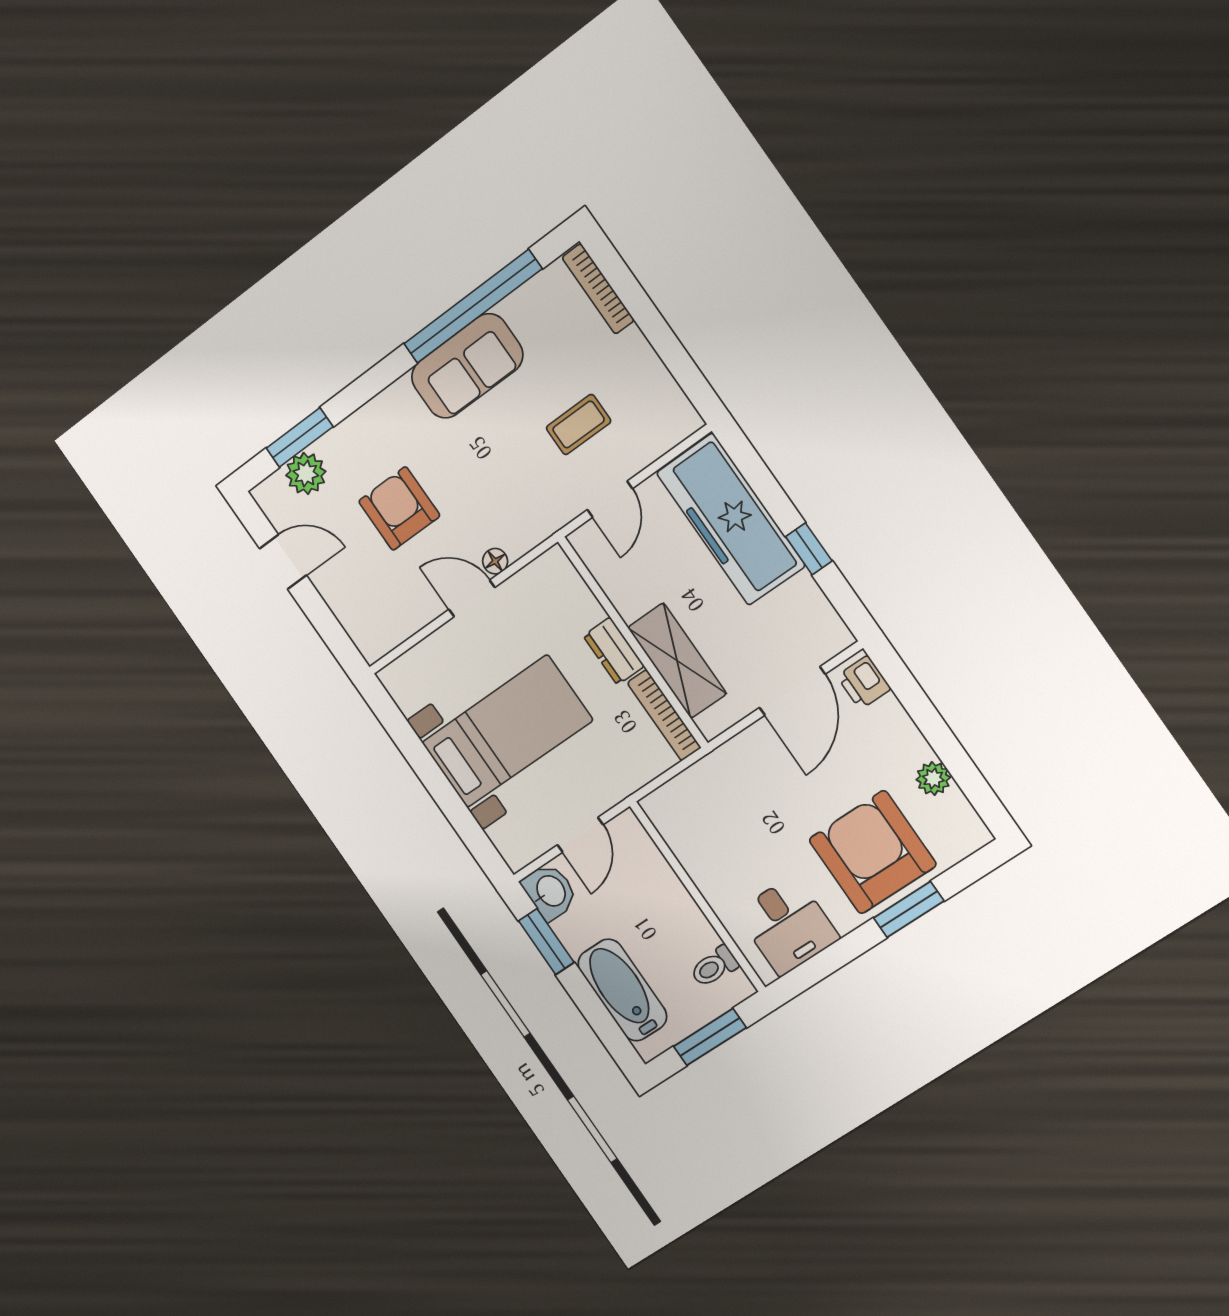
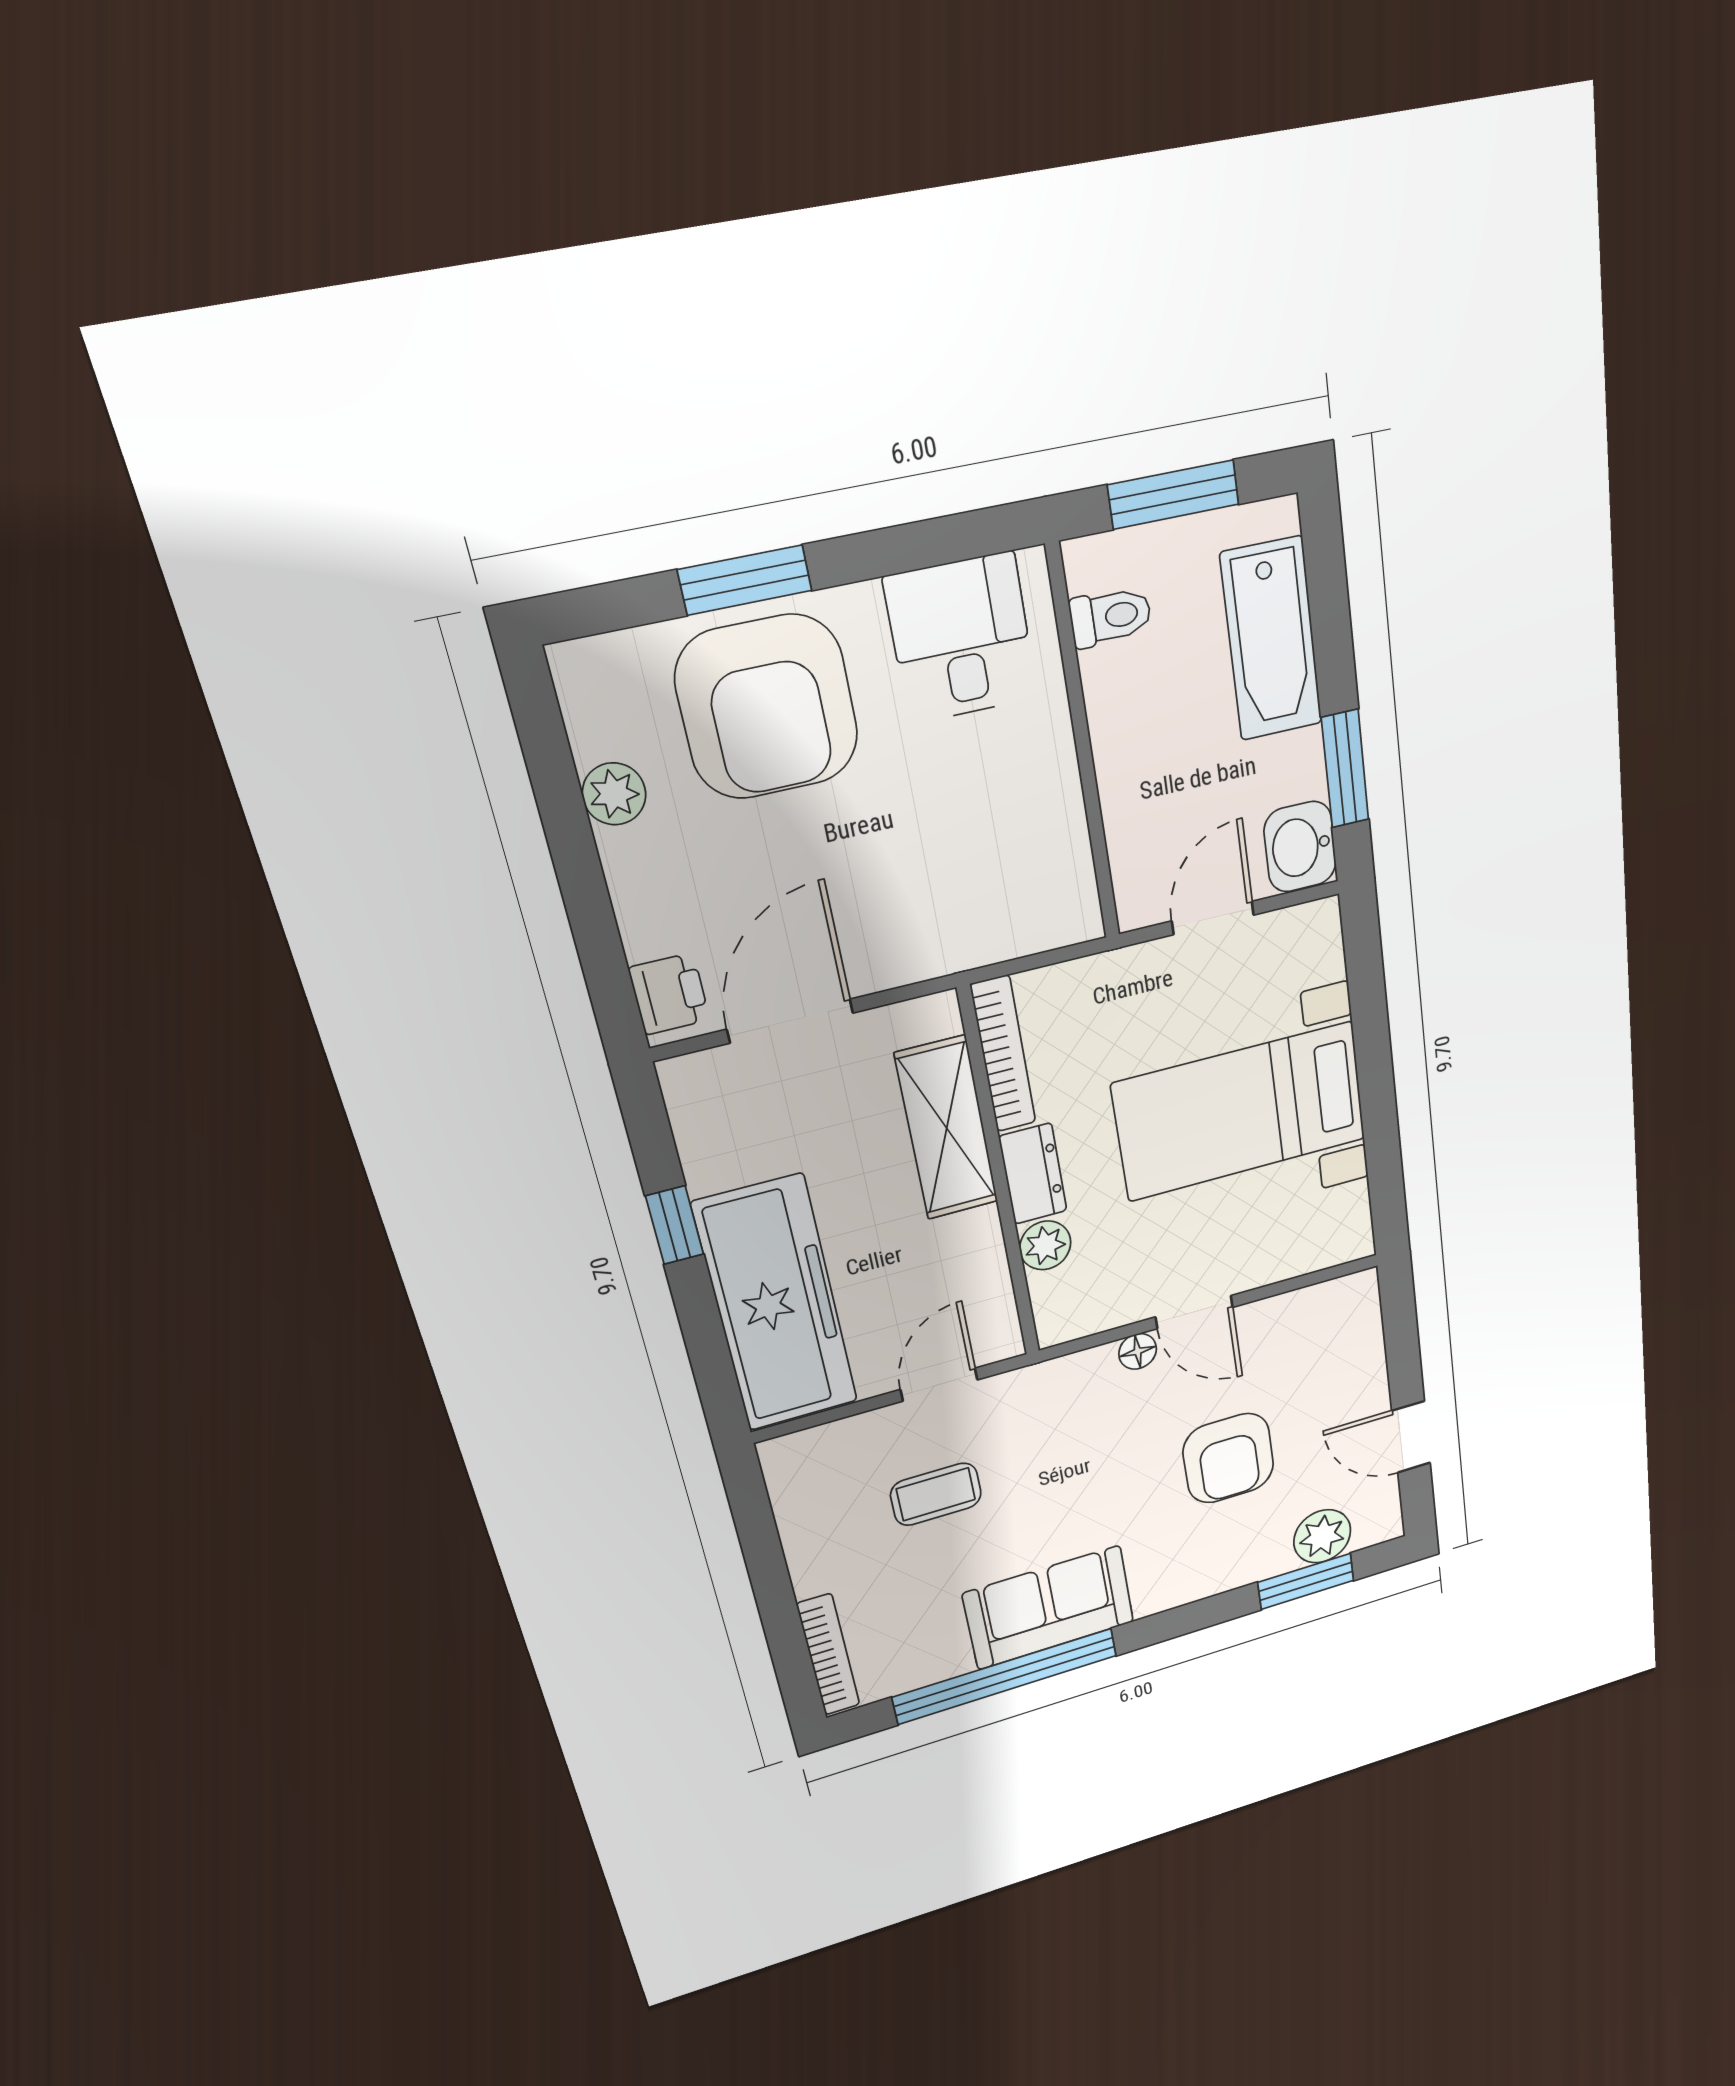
plant: (586, 610) -> (1045, 1245), added

